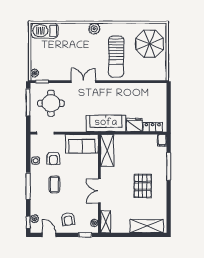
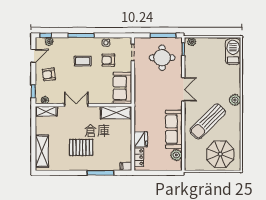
sun lounger: (116, 57) -> (208, 121), turned -45
plant: (150, 89) -> (176, 155), added
sofa: (106, 123) -> (174, 129), moved, turned 180

